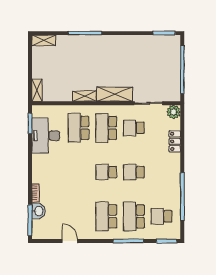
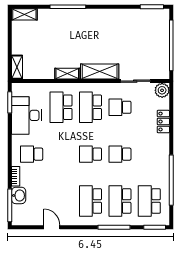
school desk: (51, 172) -> (32, 154), added
school desk: (162, 216) -> (149, 201), width x1.85

